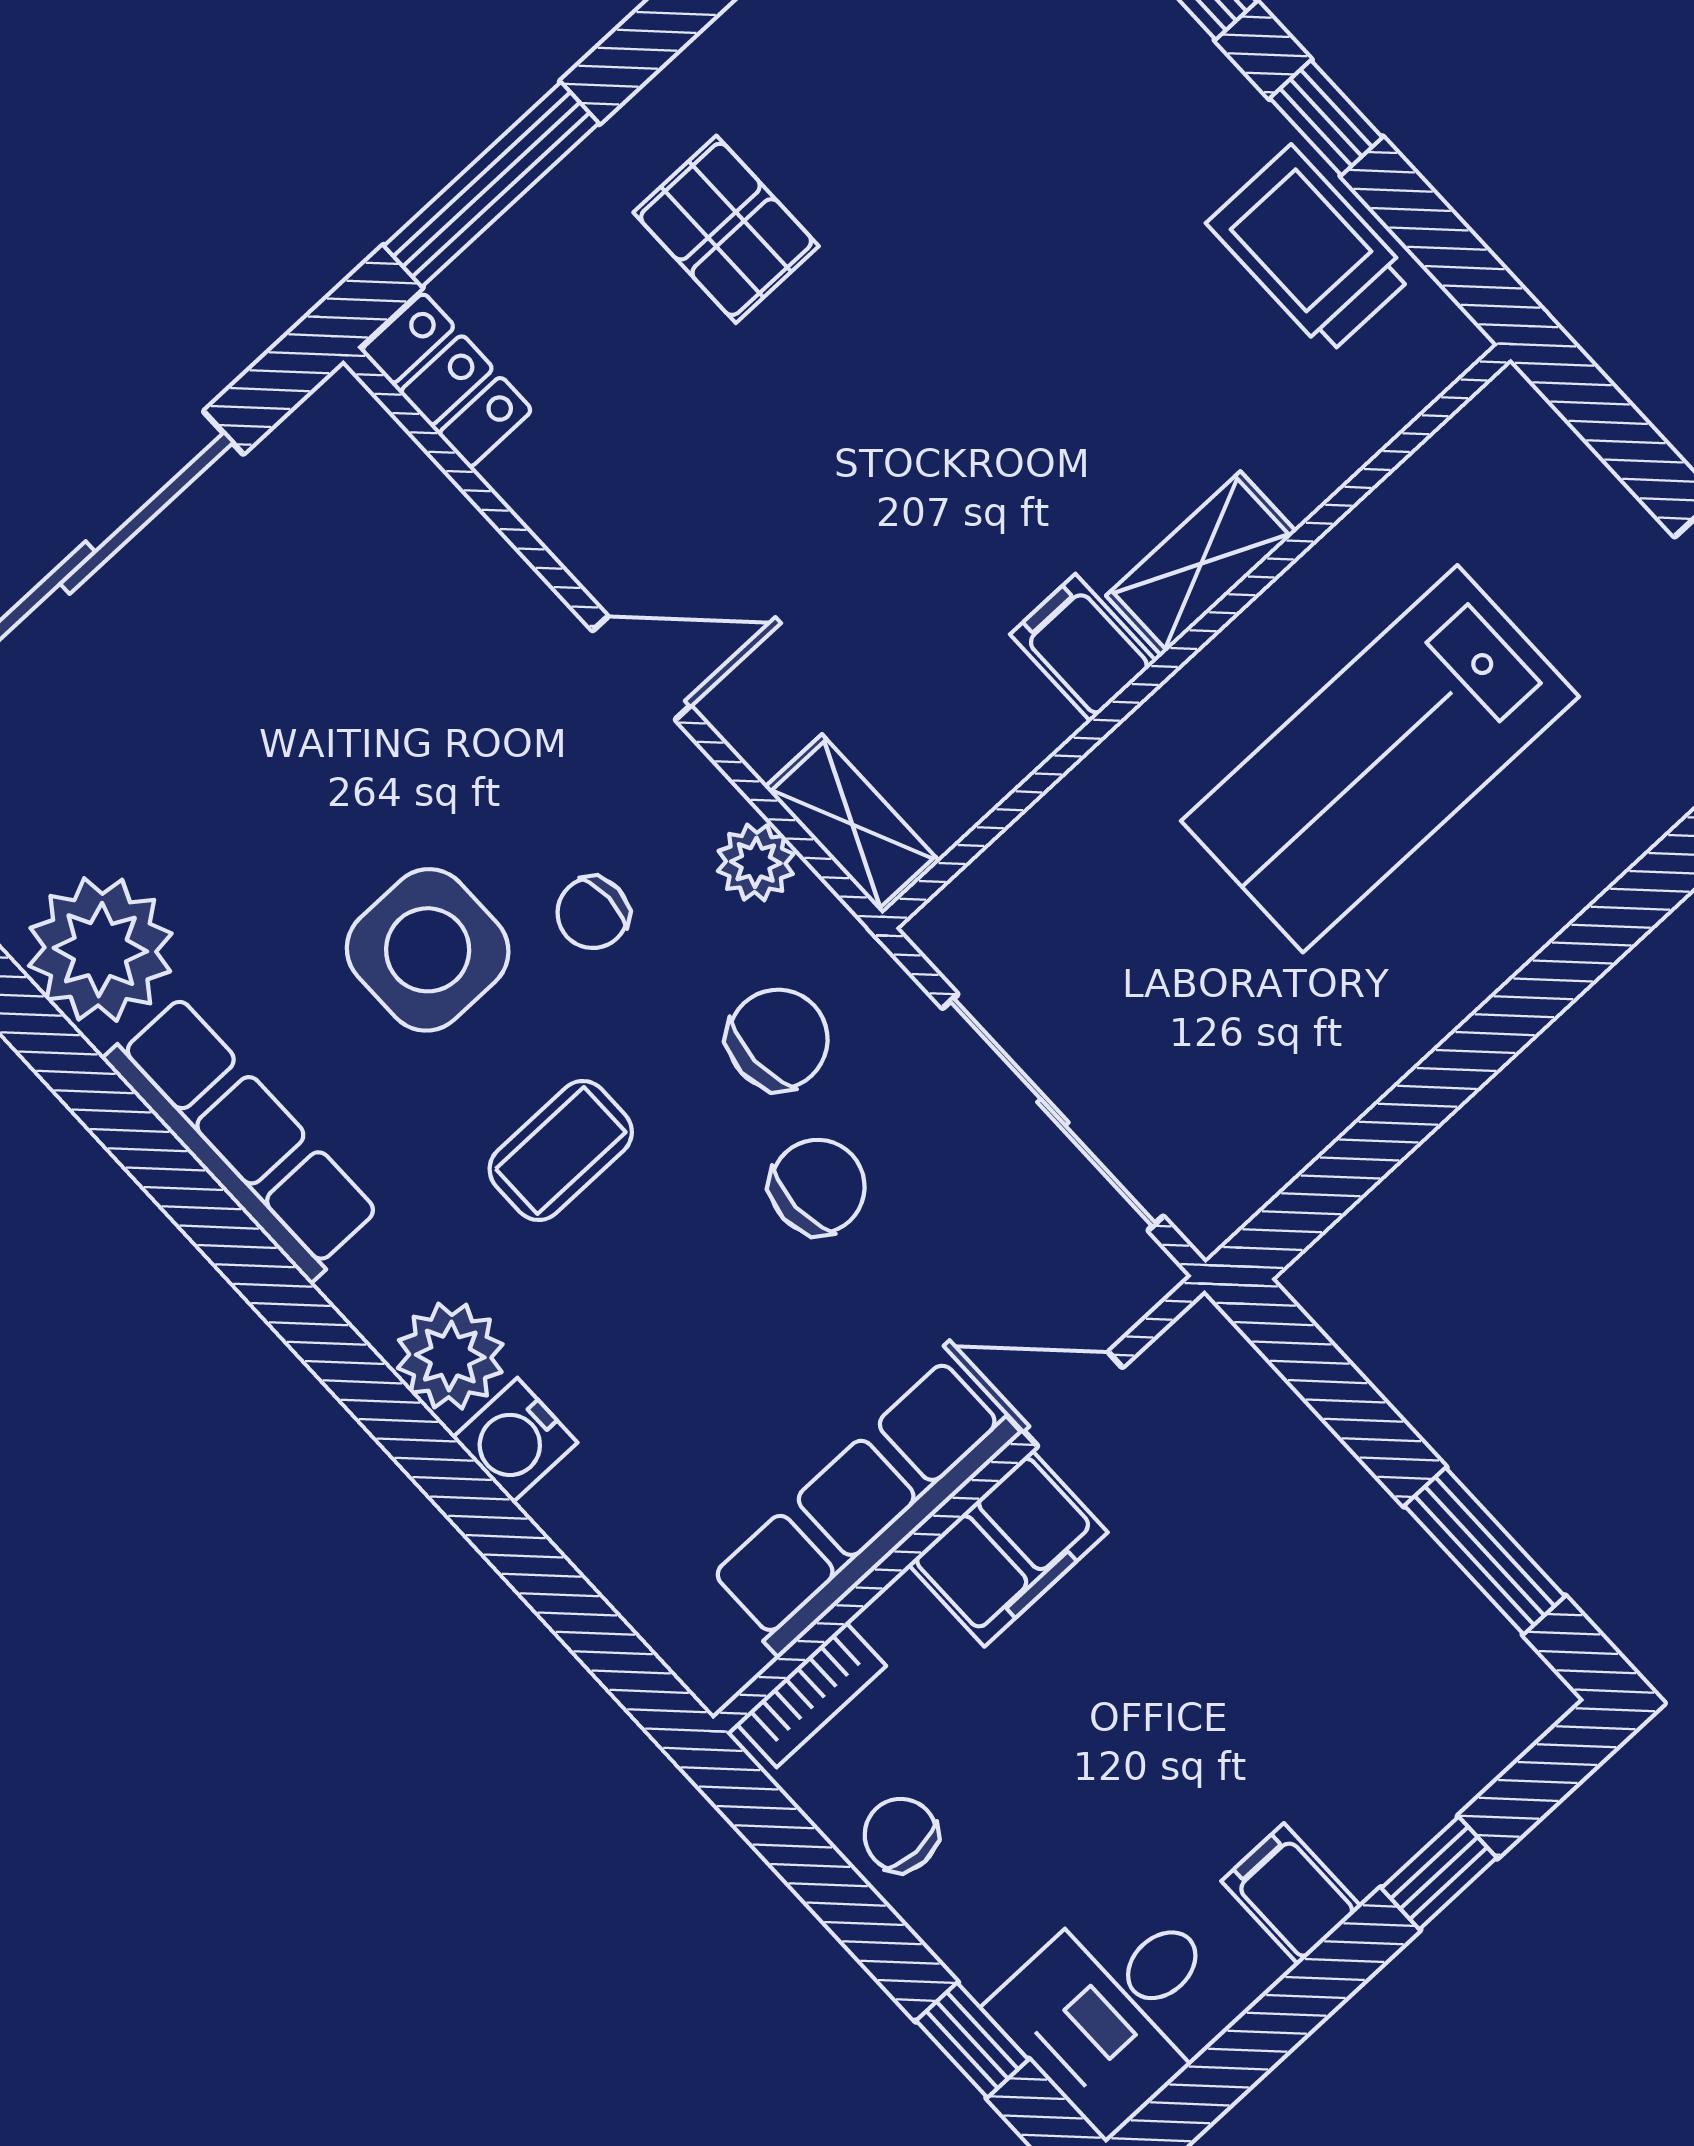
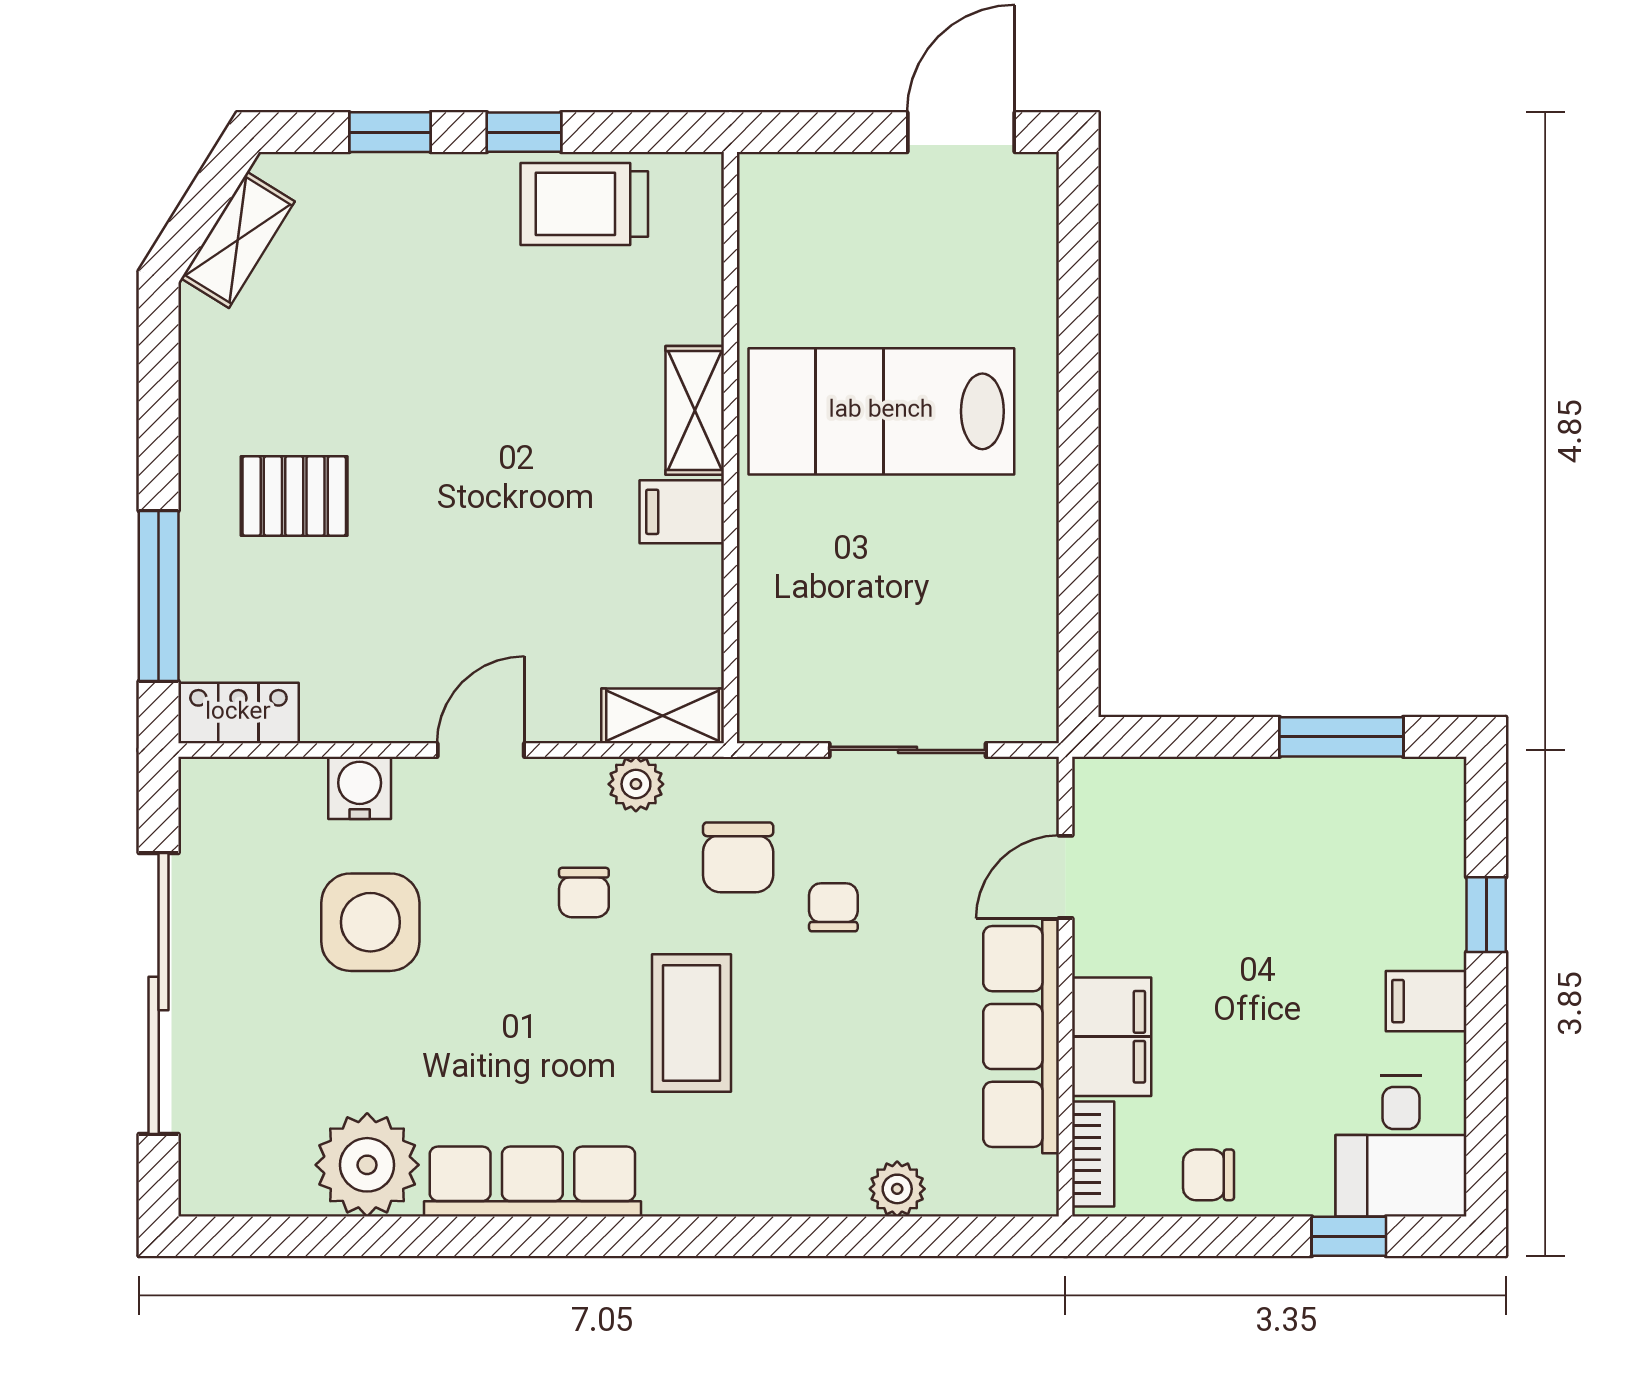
lab bench: (1380, 759) -> (881, 411), turned 90
side table: (428, 950) -> (370, 922), moved
chair: (778, 1039) -> (738, 857), turned 180
sliding door: (1053, 1112) -> (908, 750), width x0.73
coffee table: (561, 1150) -> (692, 1023), width x1.36, depth x1.30
chair: (818, 1187) -> (833, 907), width x0.73, depth x0.73
plant: (450, 1356) -> (897, 1189), moved, width x0.73, depth x0.73
water cooler: (515, 1440) -> (360, 788), moved, turned 180
filing cabinet: (1008, 1548) -> (1112, 1037), moved

